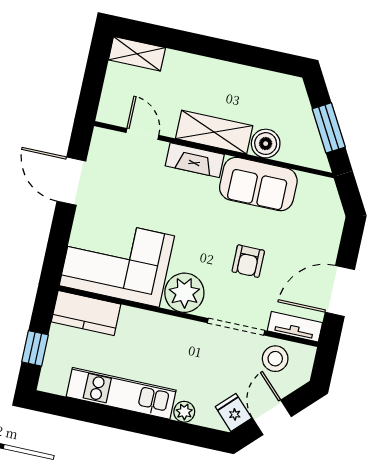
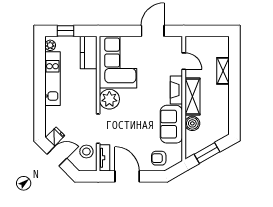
shelving: (137, 54) -> (223, 71), moved
door: (142, 134) -> (184, 61), hinge flipped
armchair: (248, 261) -> (159, 158), moved
plant: (184, 412) -> (50, 45), moved

